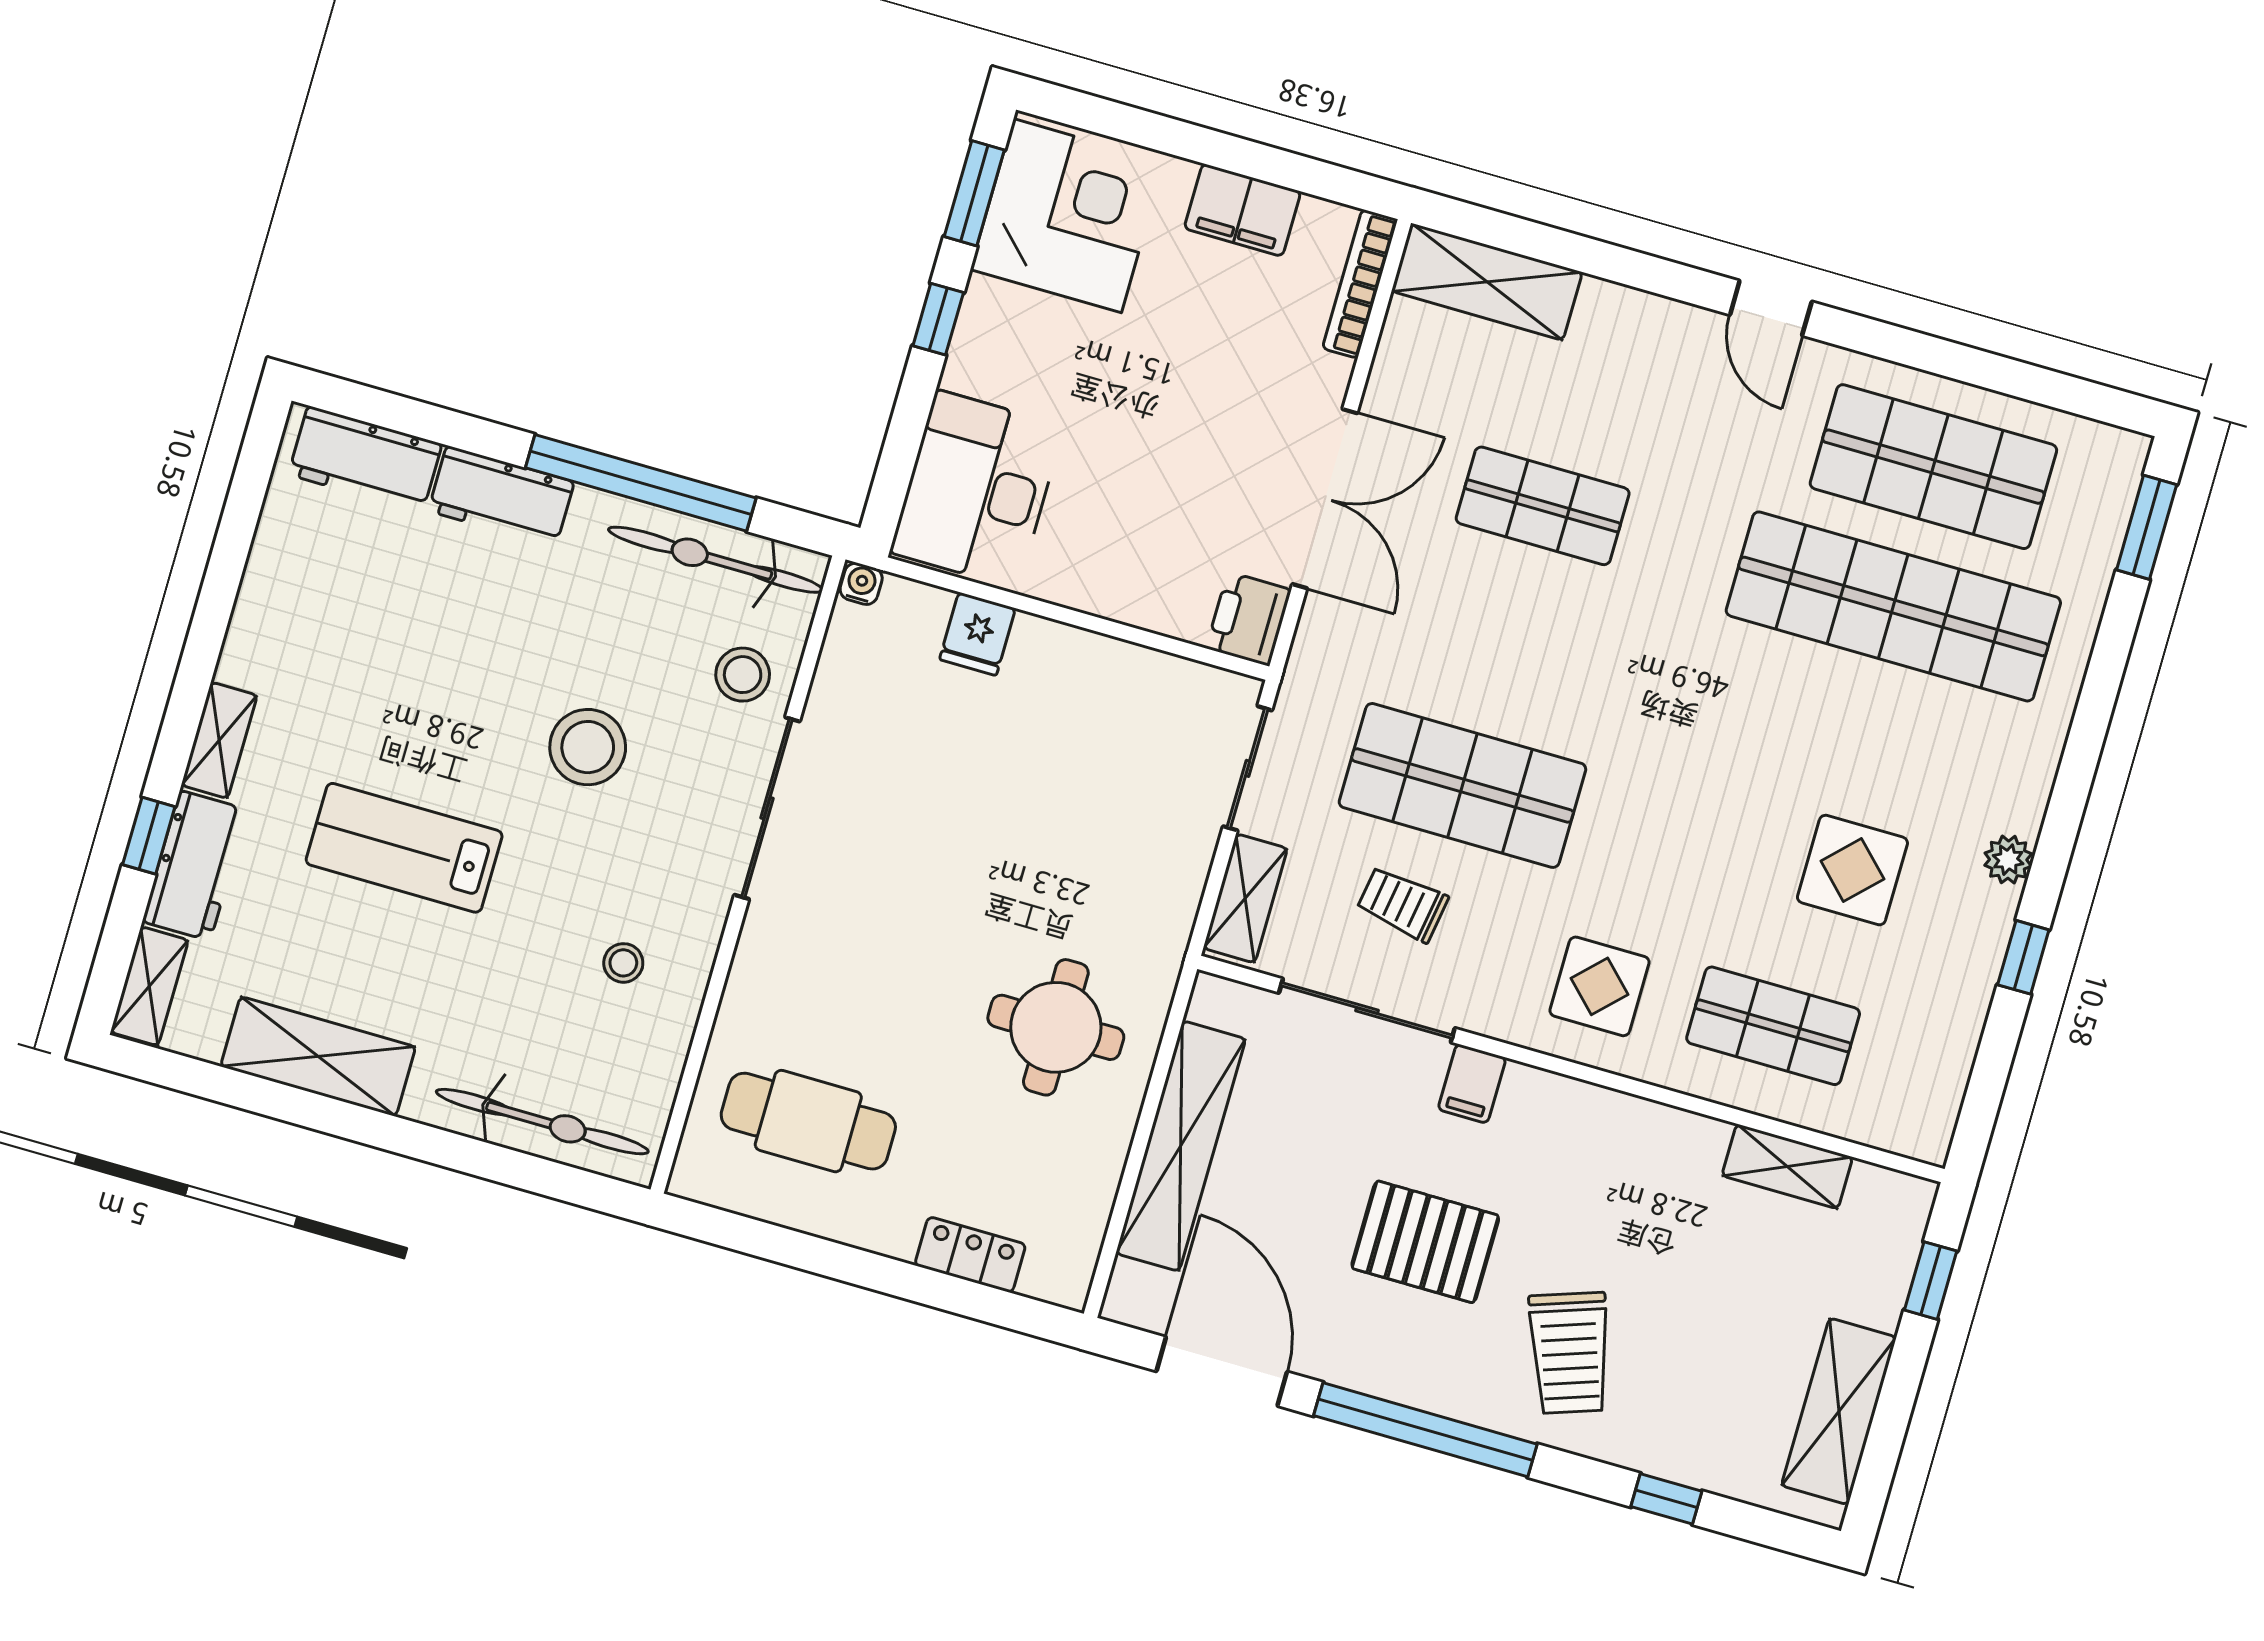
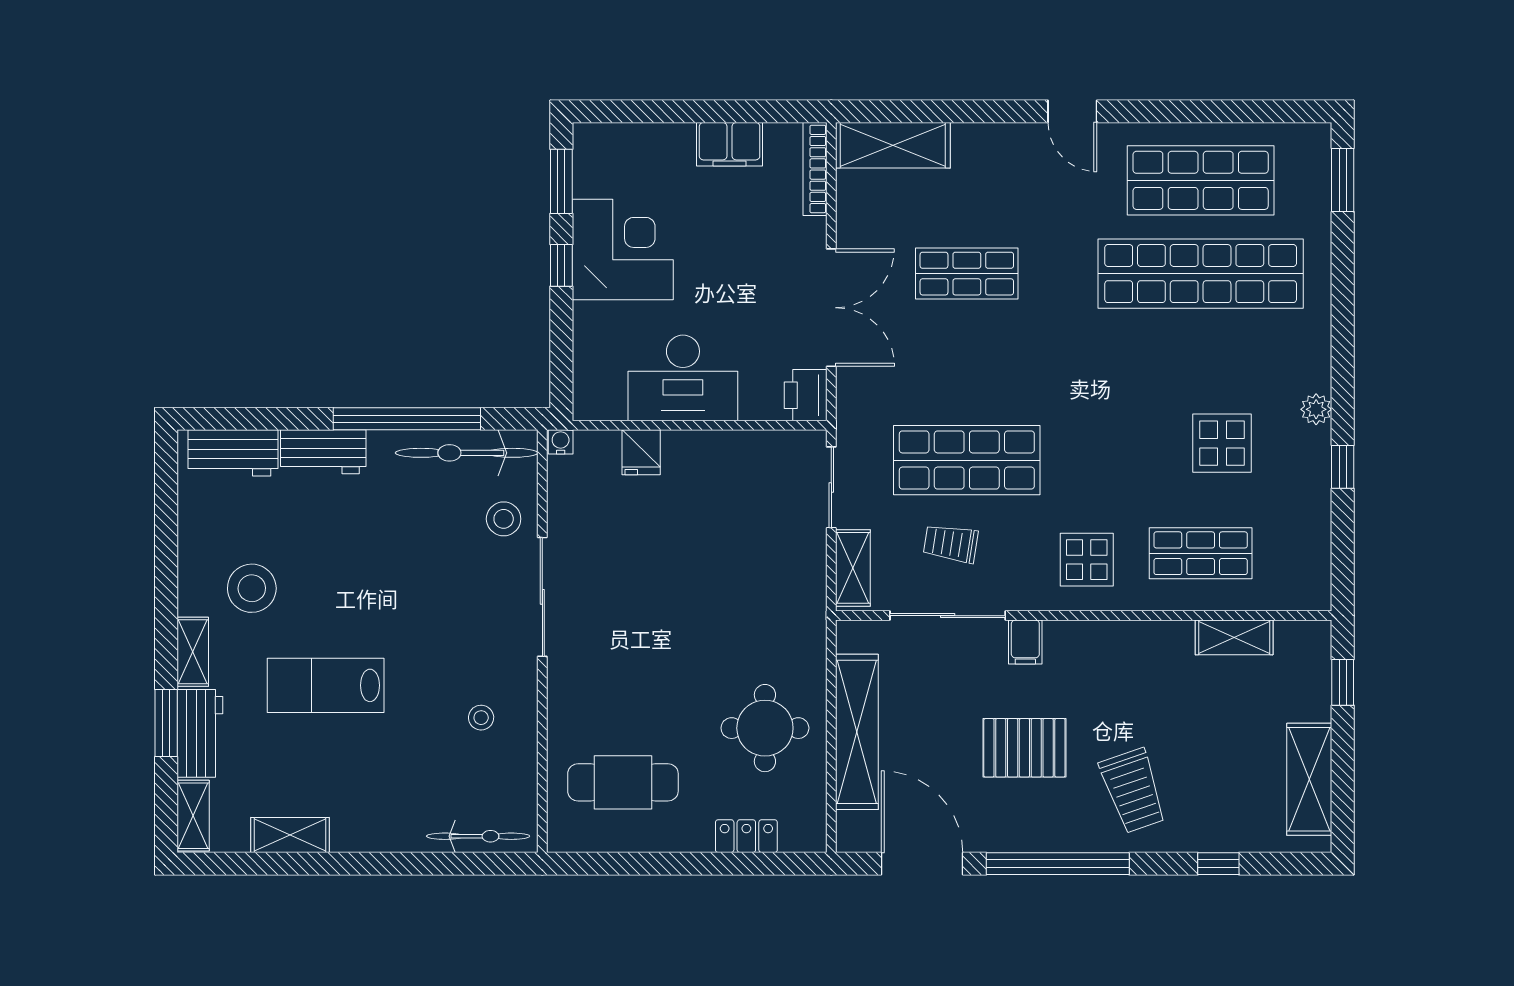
corner desk: (1067, 216) -> (623, 250), moved
desk: (977, 489) -> (683, 378), moved, turned -90
stool: (588, 747) -> (252, 588), moved
window: (149, 836) -> (166, 723), width x1.50
round table: (1056, 1027) -> (765, 728), moved
shelving: (318, 1056) -> (290, 835), width x0.67, depth x0.75
bicycle: (542, 1122) -> (478, 836), width x0.73, depth x0.71

